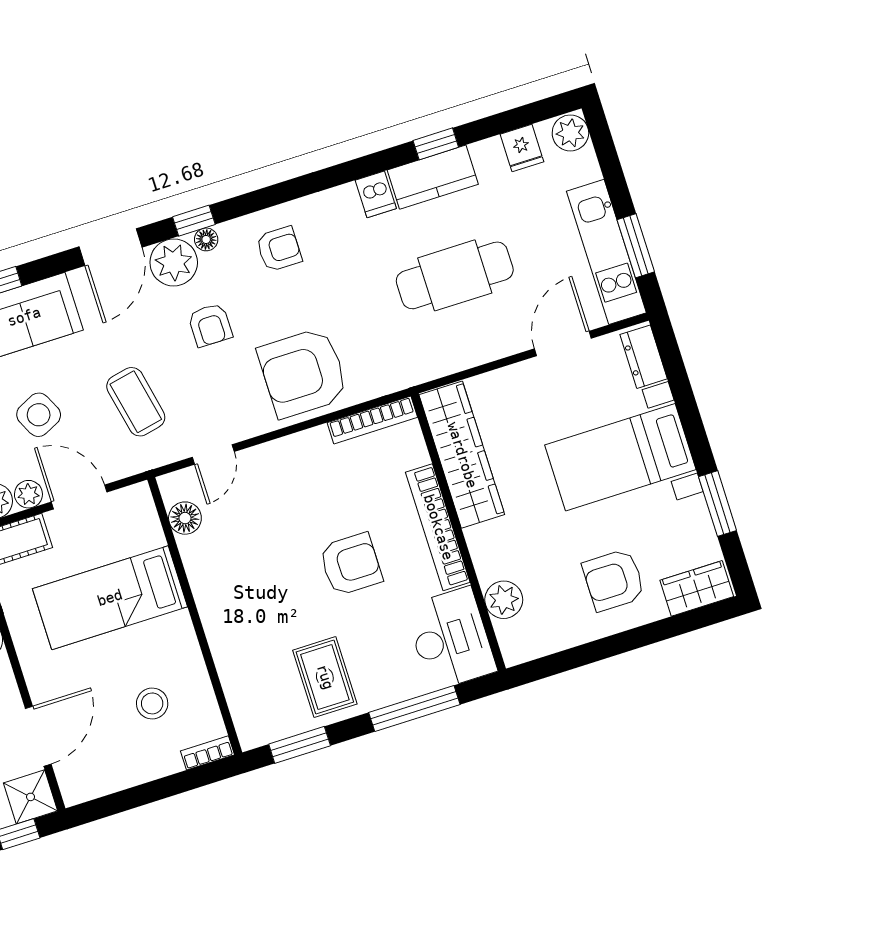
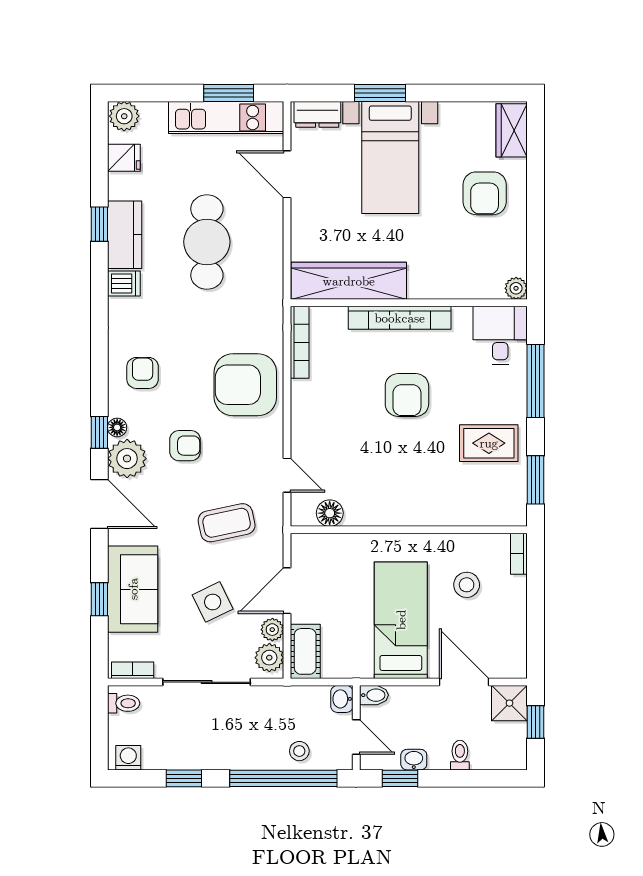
armchair: (303, 373) -> (245, 385), turned 90
window: (718, 504) -> (380, 93), moved
armchair: (351, 564) -> (407, 395), turned 180
bed: (110, 598) -> (401, 620), moved, turned 180
plant: (504, 600) -> (516, 288), moved, width x0.73, depth x0.73
desk: (451, 639) -> (500, 335), width x0.73

